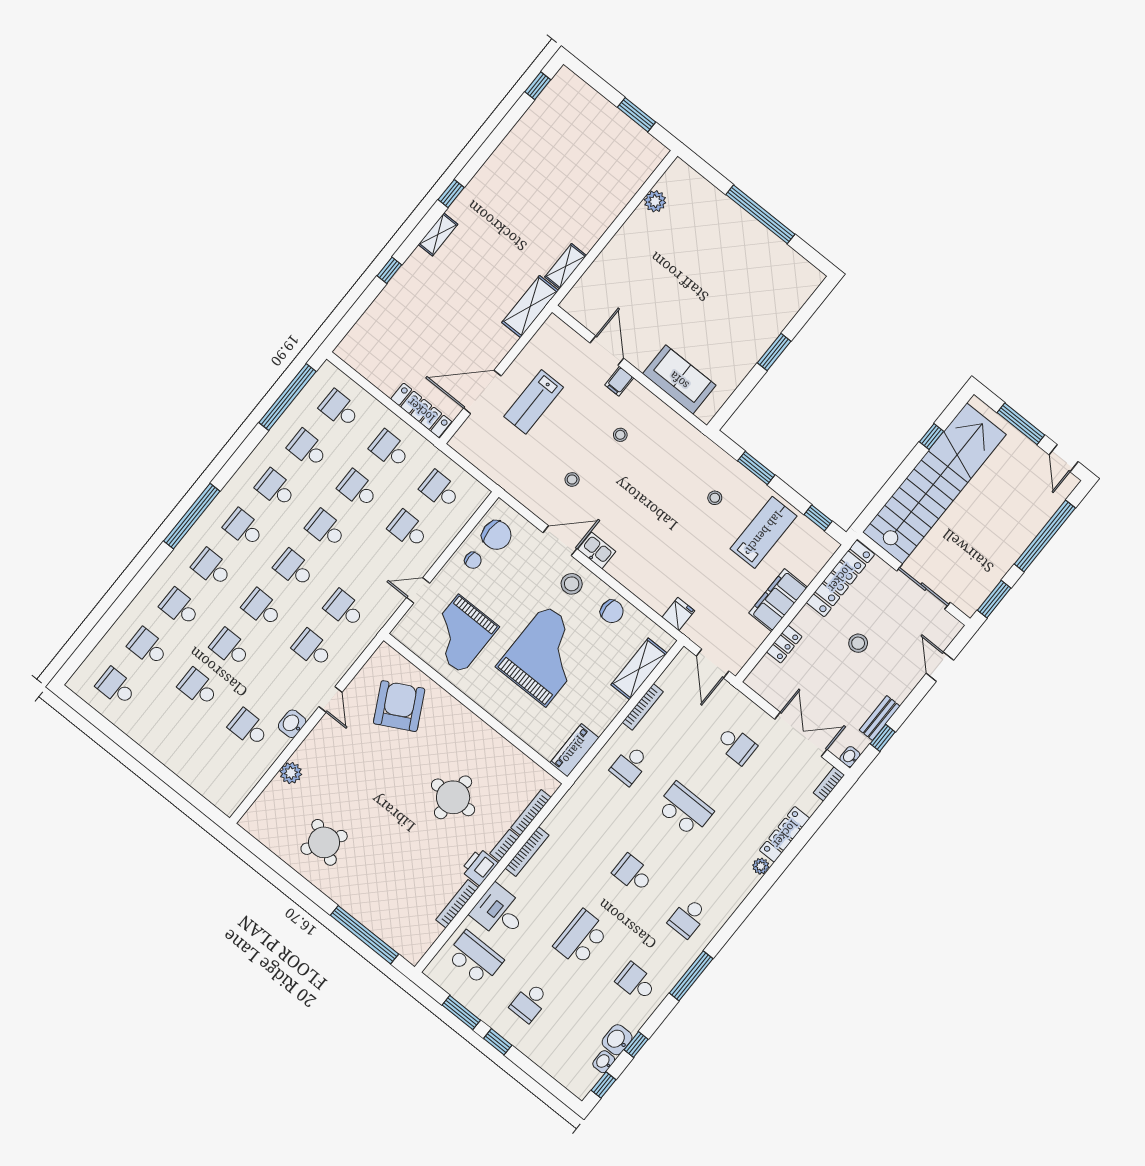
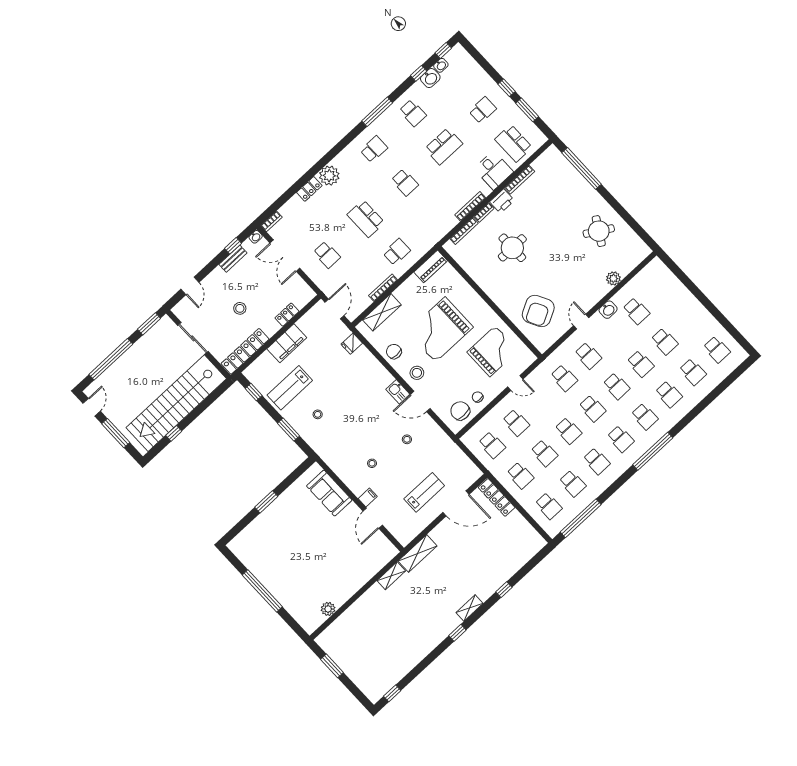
school desk: (736, 745) -> (327, 255), turned 180
locker: (785, 834) -> (309, 189), width x0.66
plant: (761, 866) -> (329, 176), width x1.87, depth x1.87

